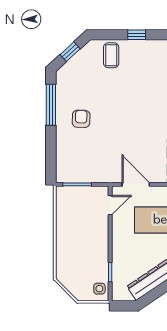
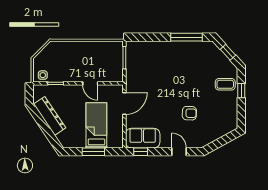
window: (137, 35) -> (241, 91), moved
armchair: (81, 119) -> (189, 113), moved
door: (110, 205) -> (90, 83), moved

